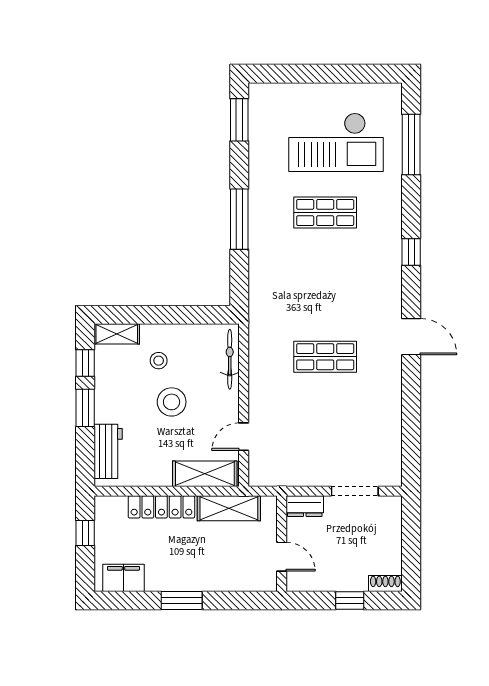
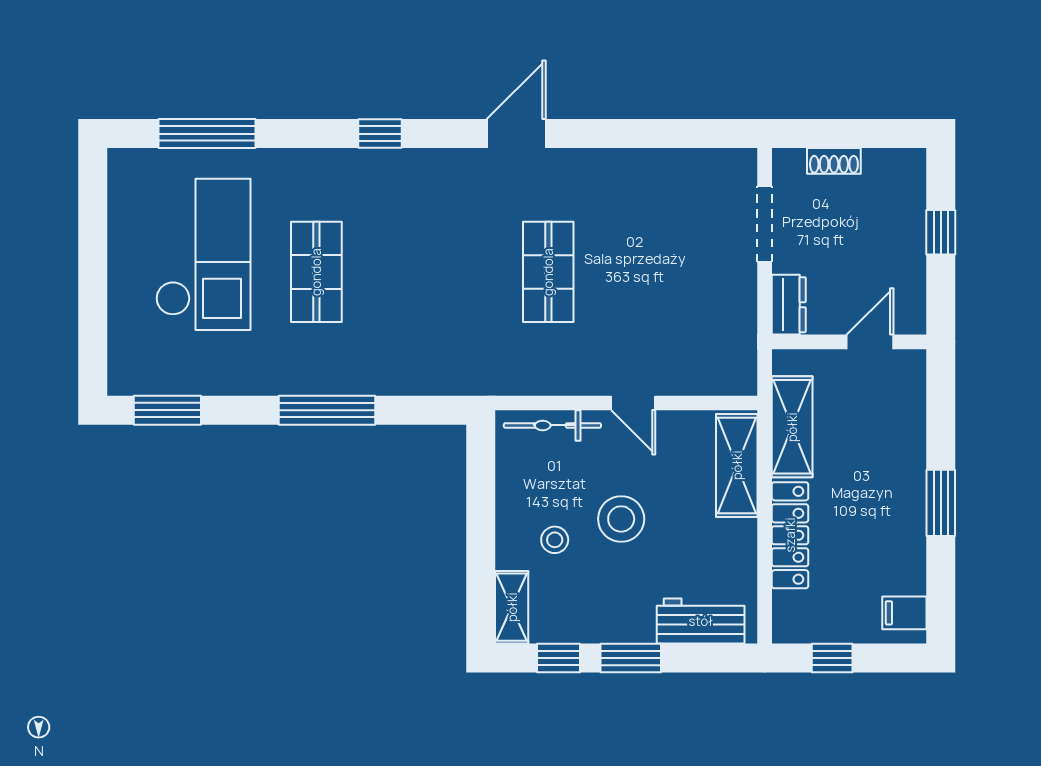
door: (244, 437) -> (633, 403), moved
filing cabinet: (123, 578) -> (904, 613), width x0.50
shoe rack: (385, 584) -> (834, 161), moved, turned -90

